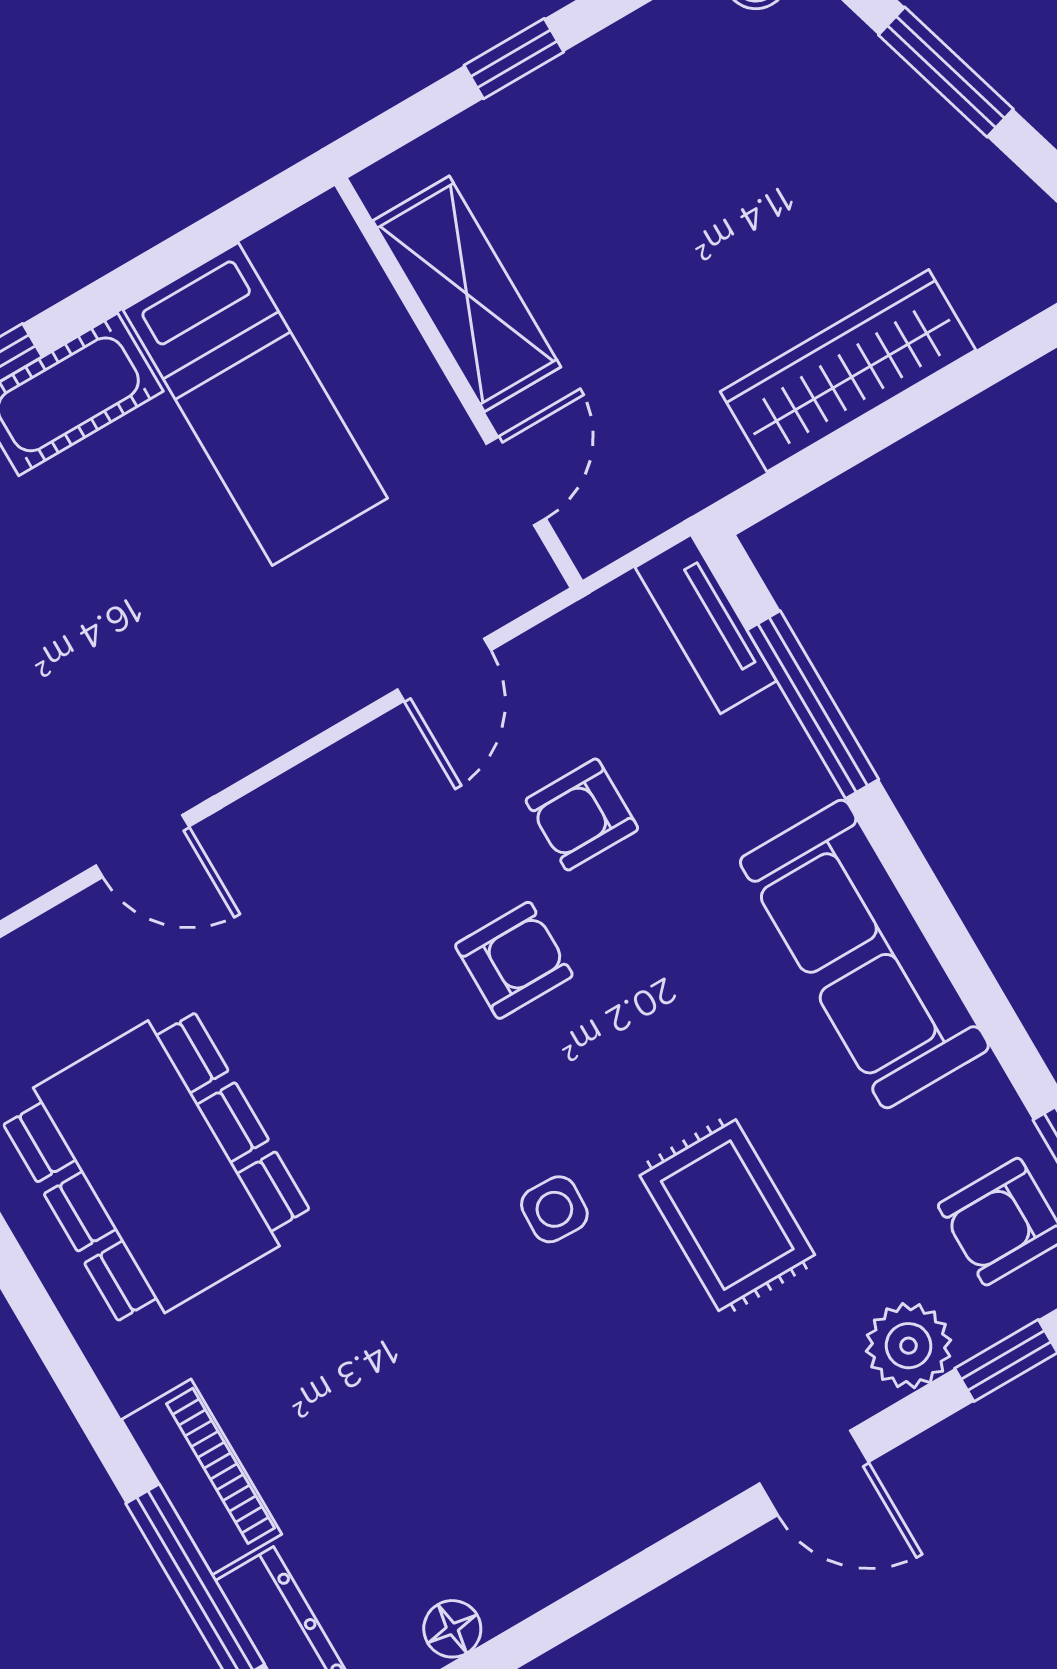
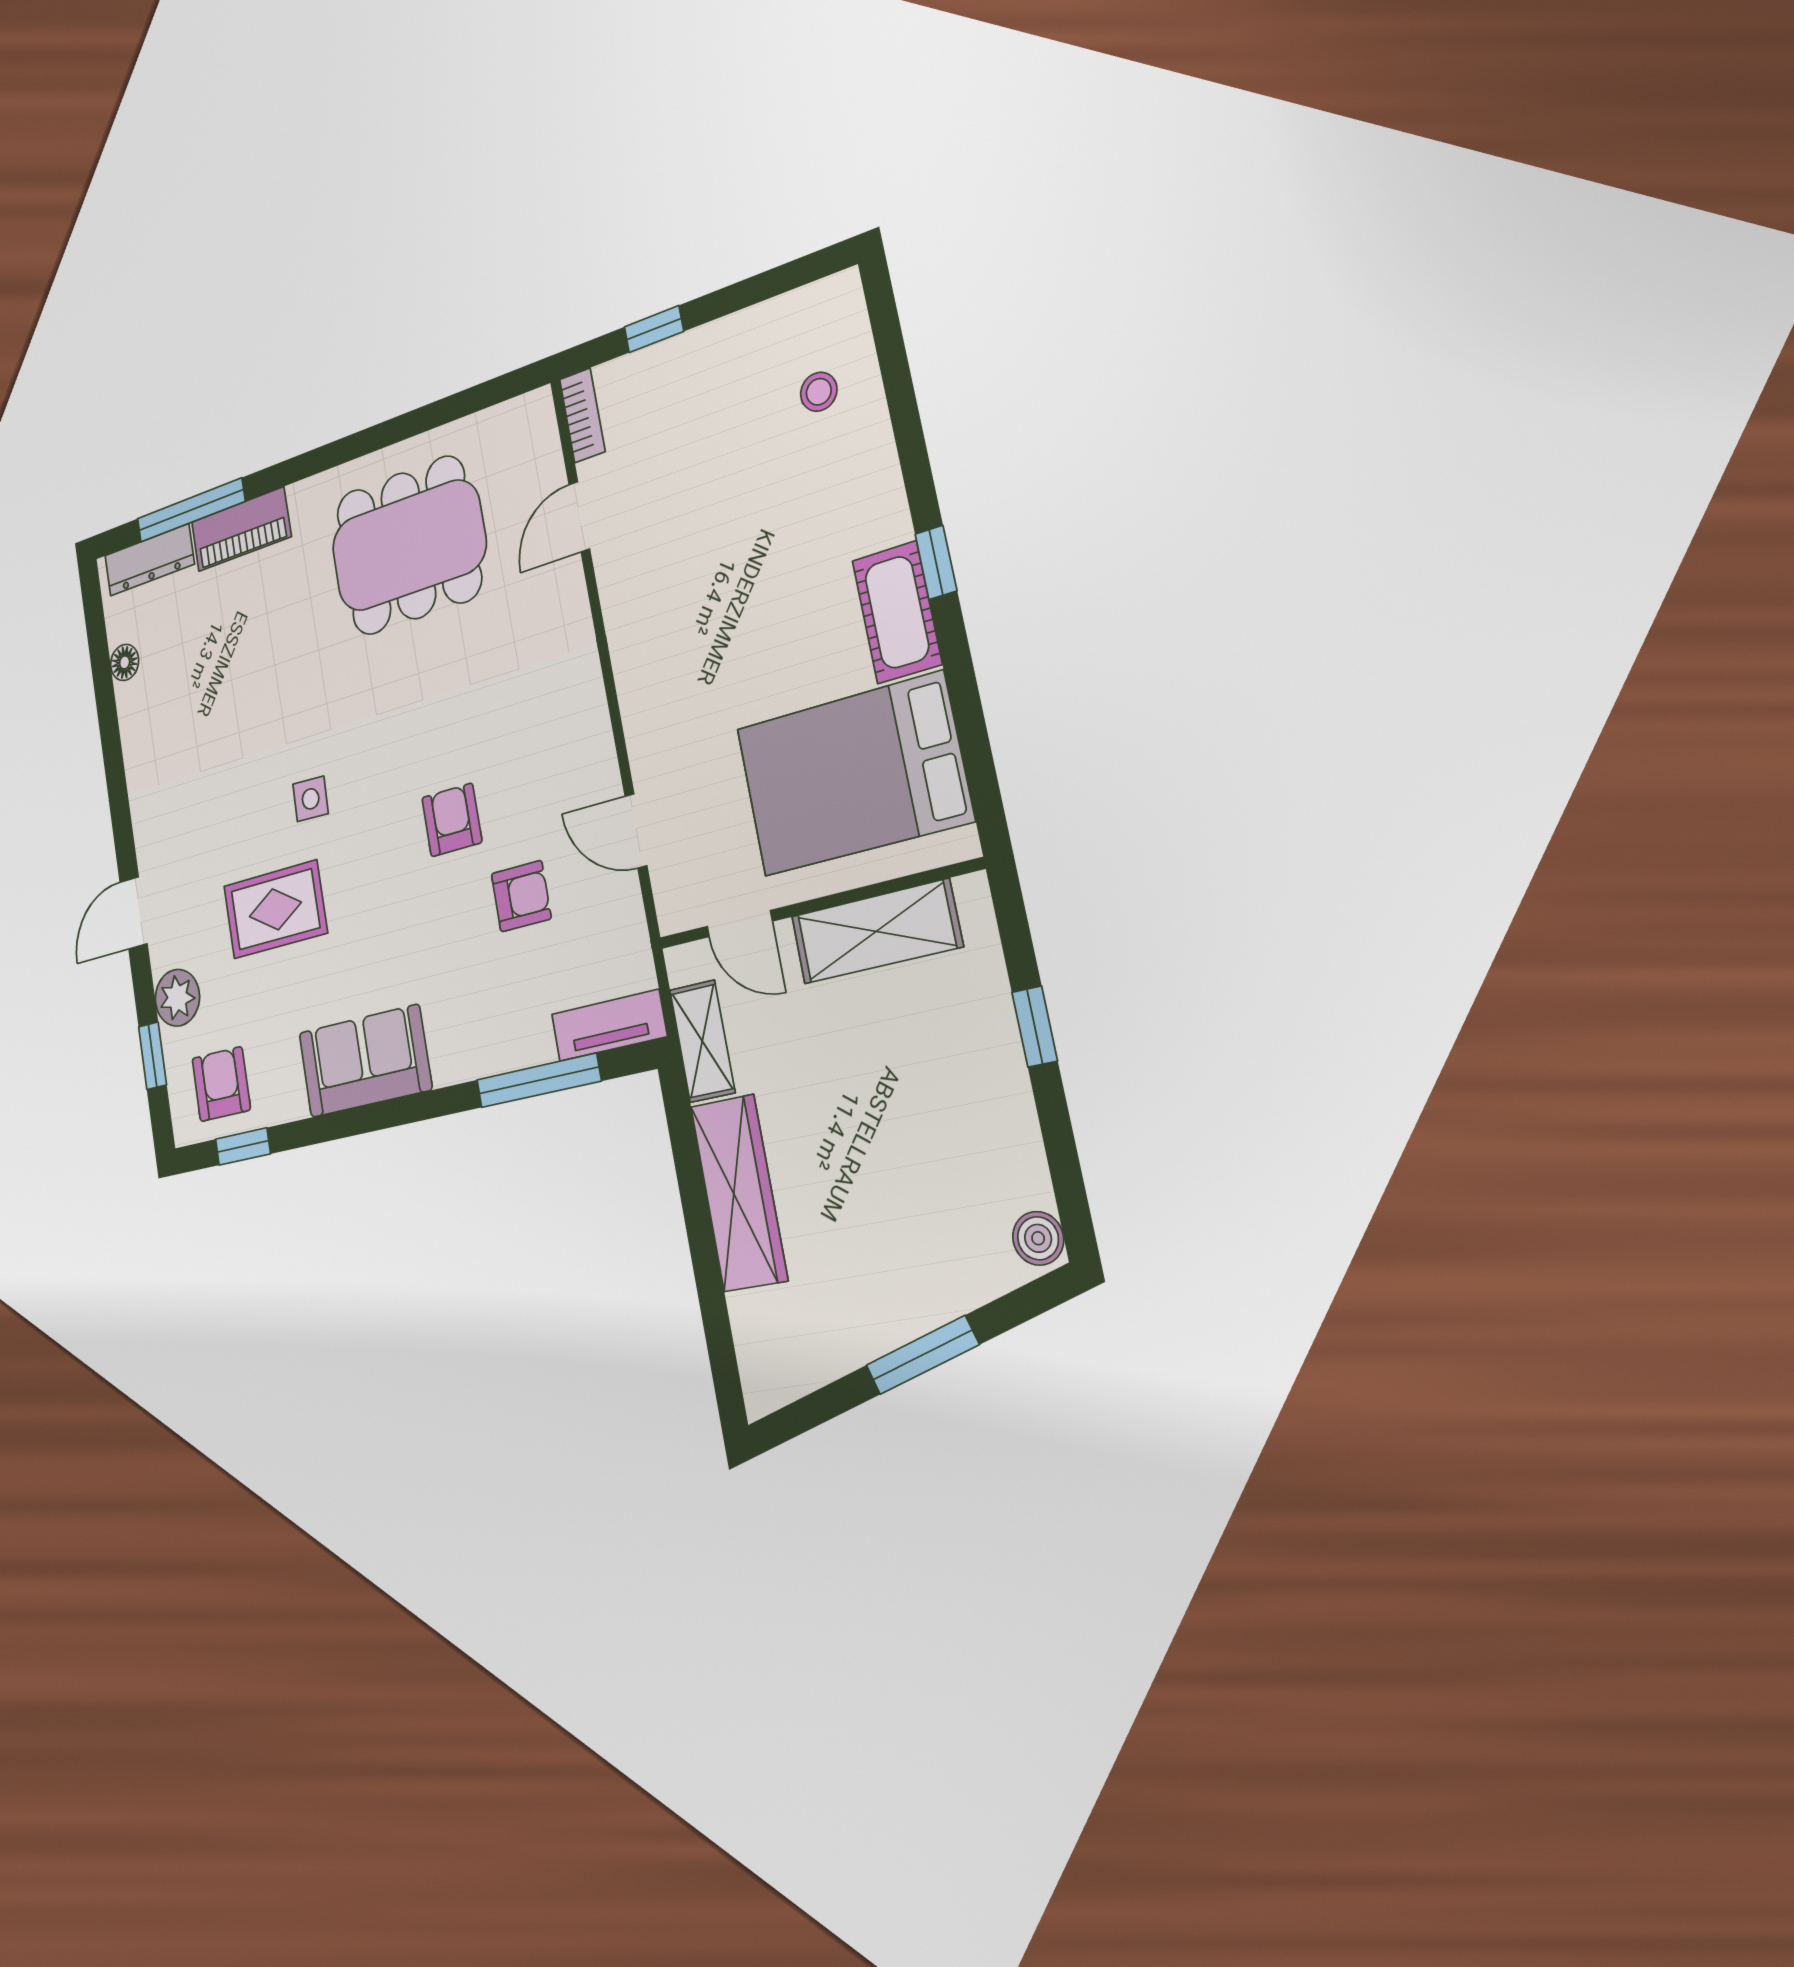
bed: (255, 404) -> (853, 774), width x1.50
shelving: (680, 484) -> (702, 1041), added
armchair: (582, 814) -> (521, 896), turned 90
door: (142, 846) -> (579, 517), moved
sofa: (864, 954) -> (365, 1061), width x0.73
armchair: (514, 960) -> (452, 820), turned 180

